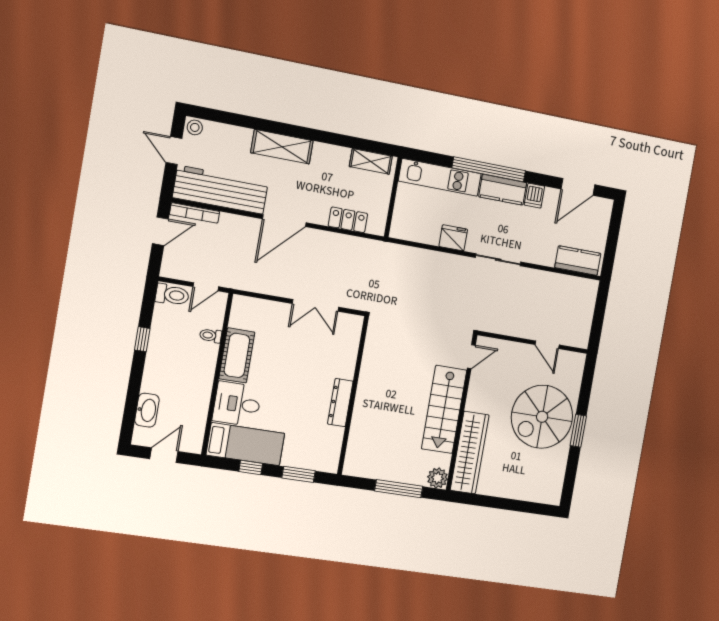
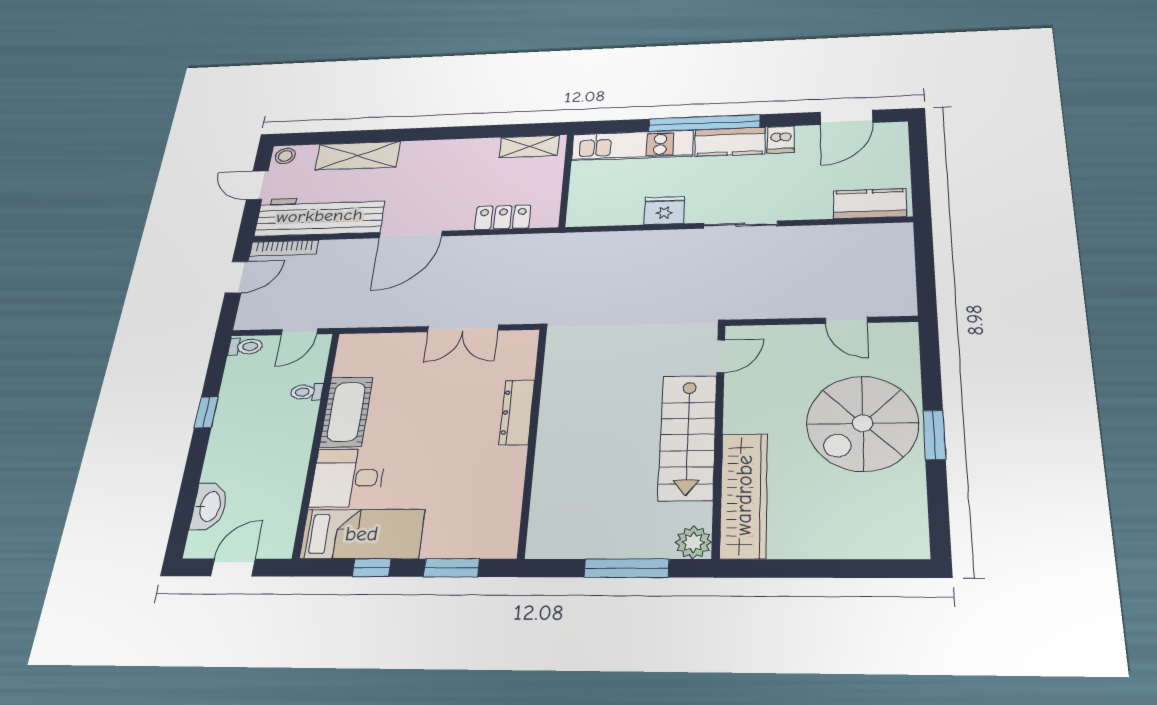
shelving: (282, 147) -> (358, 156), moved
toilet: (172, 295) -> (246, 346), width x0.73, depth x0.72
dresser: (340, 403) -> (517, 412), moved

